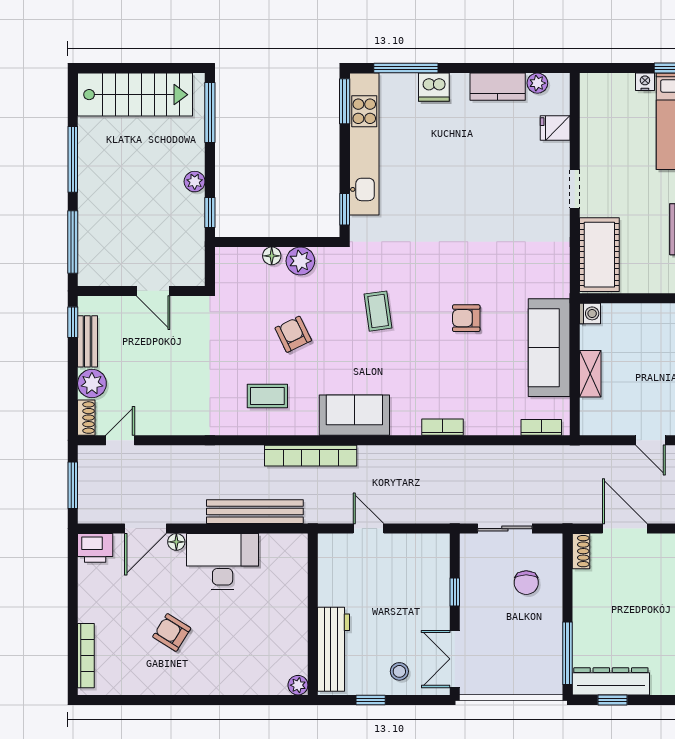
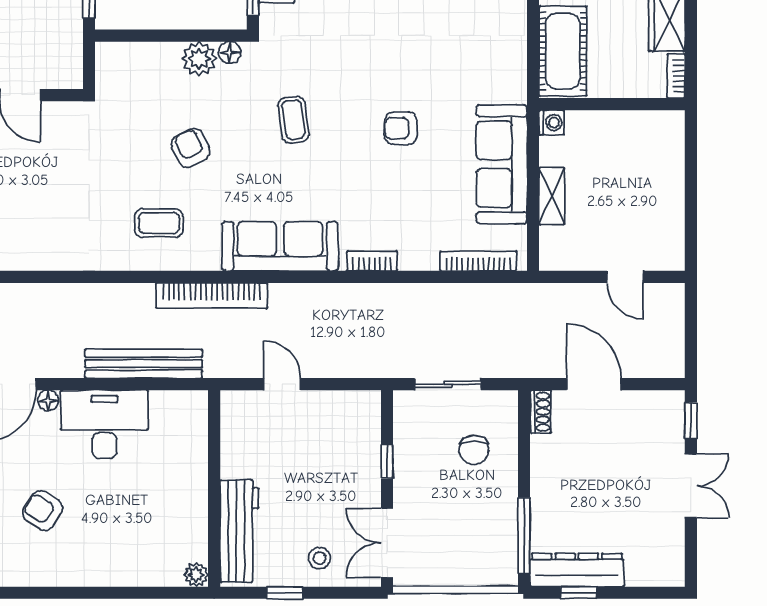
floor lamp: (272, 256) -> (230, 52), moved
sofa: (354, 415) -> (280, 246), width x1.36
bookcase: (541, 427) -> (478, 261), width x1.56

